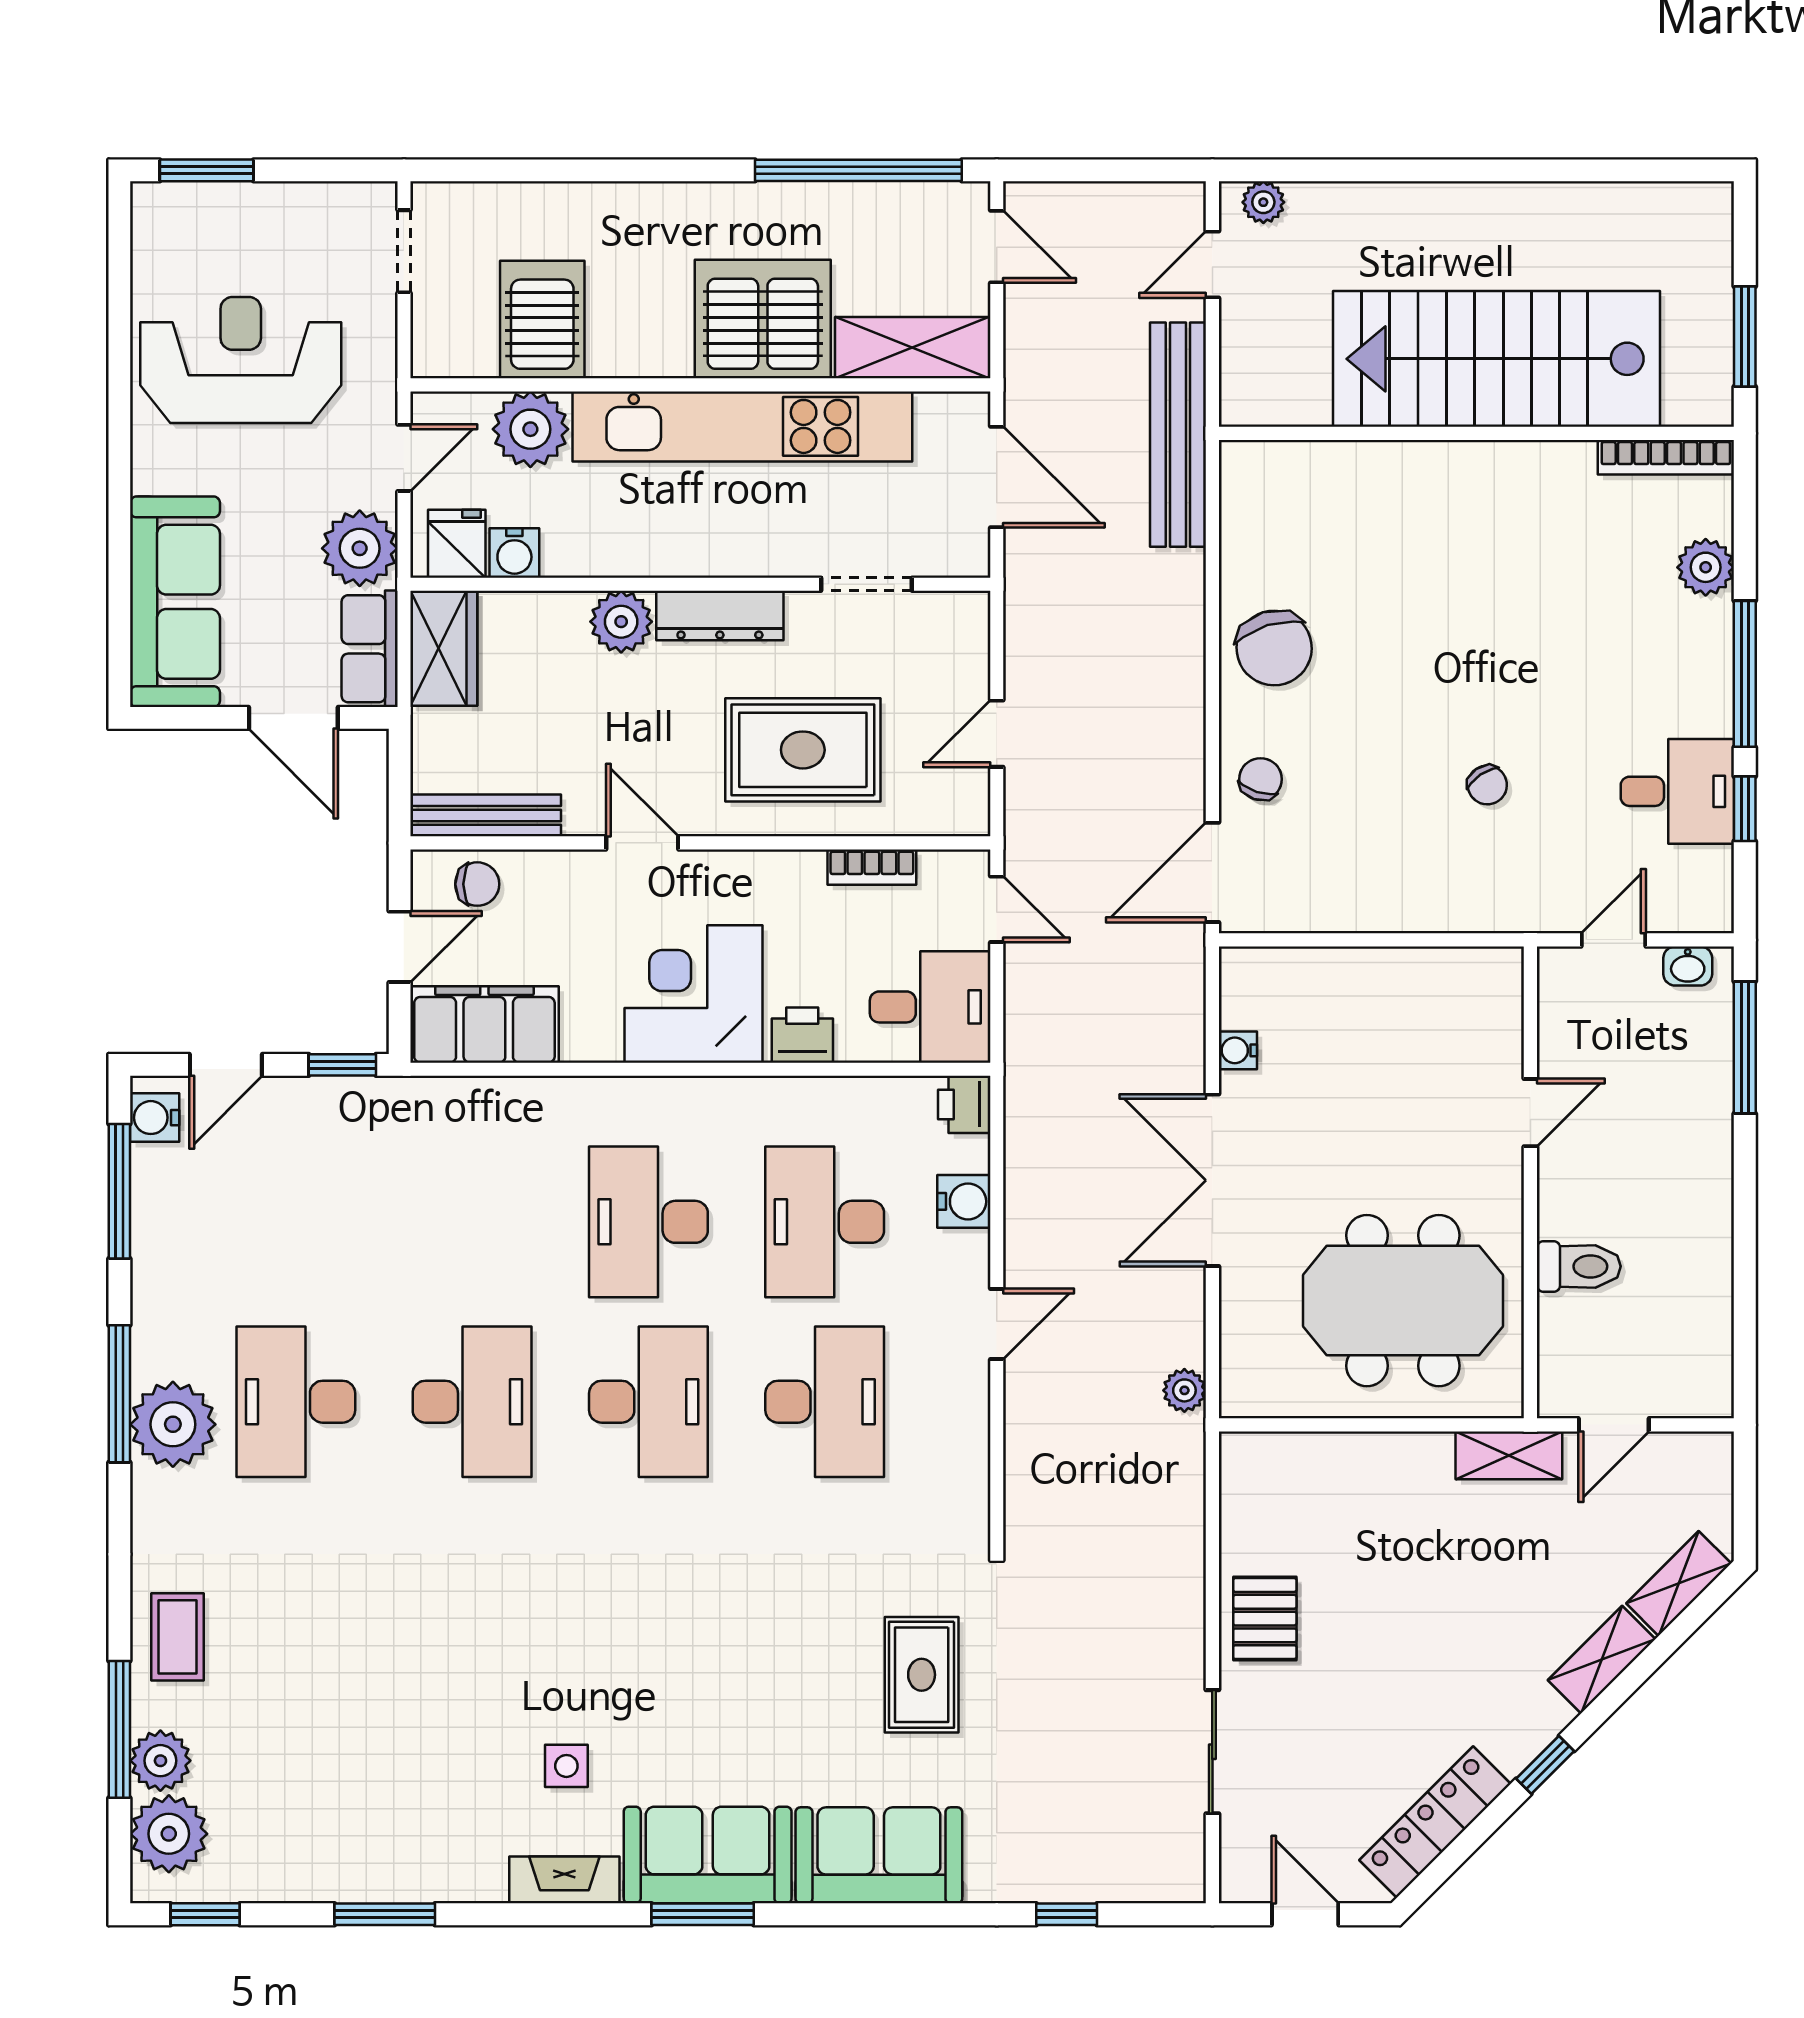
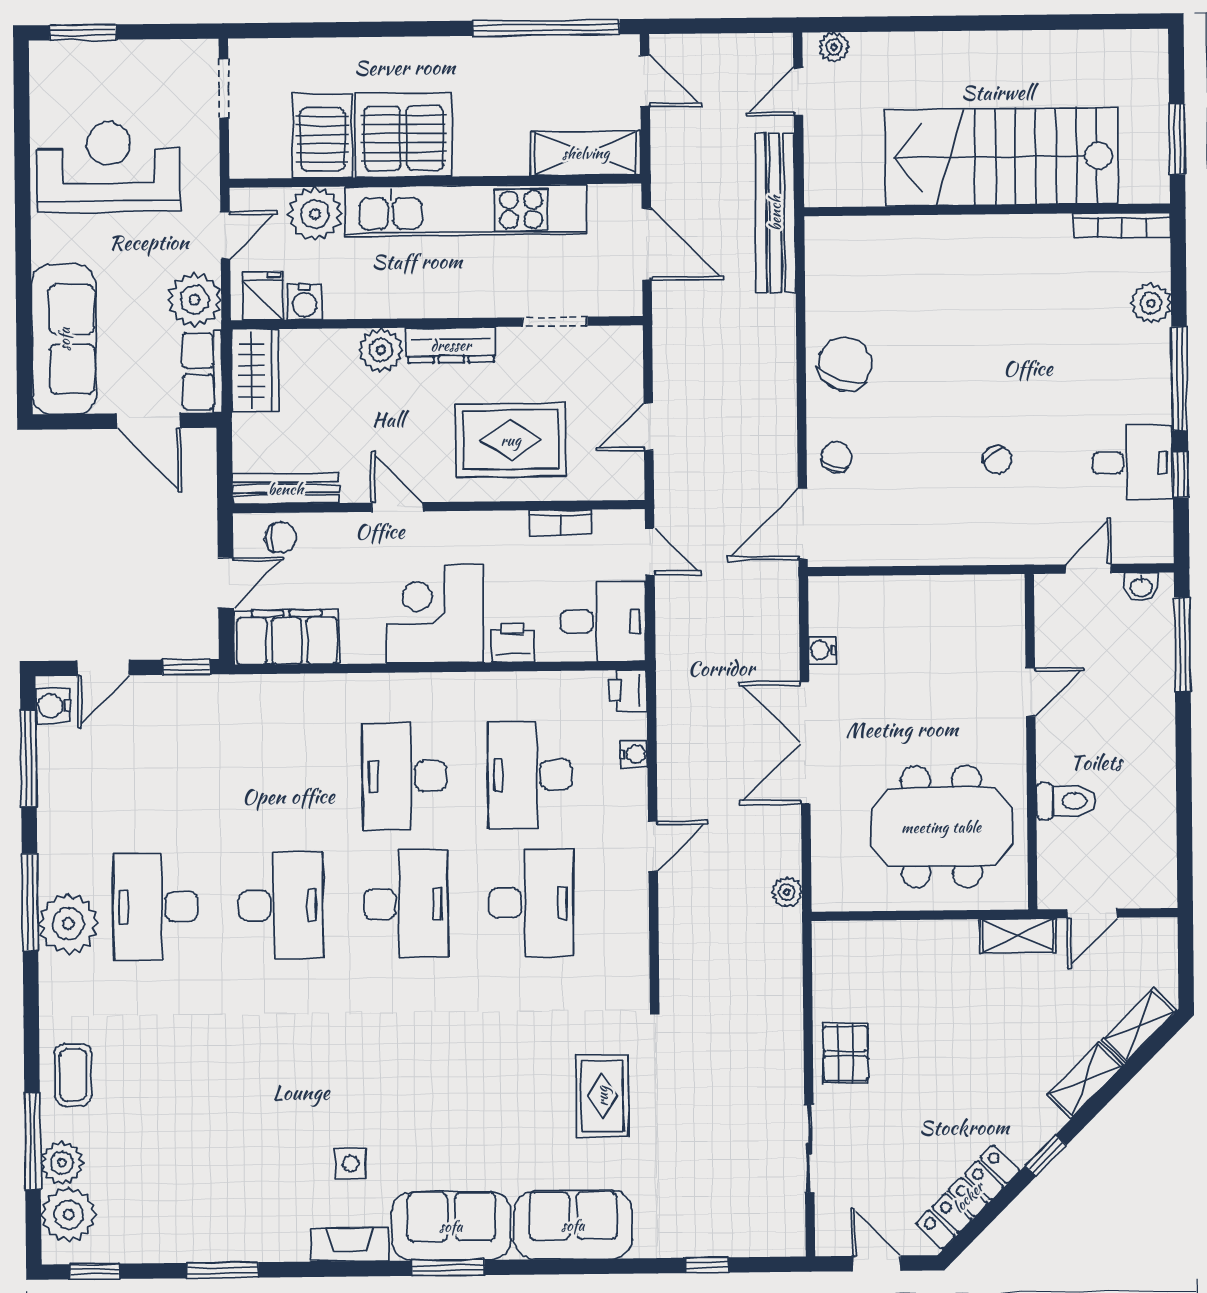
server rack: (763, 319) -> (404, 135), moved
chair: (1274, 648) -> (845, 364), turned -144
water cooler: (964, 1201) -> (634, 754), width x0.72, depth x0.72

